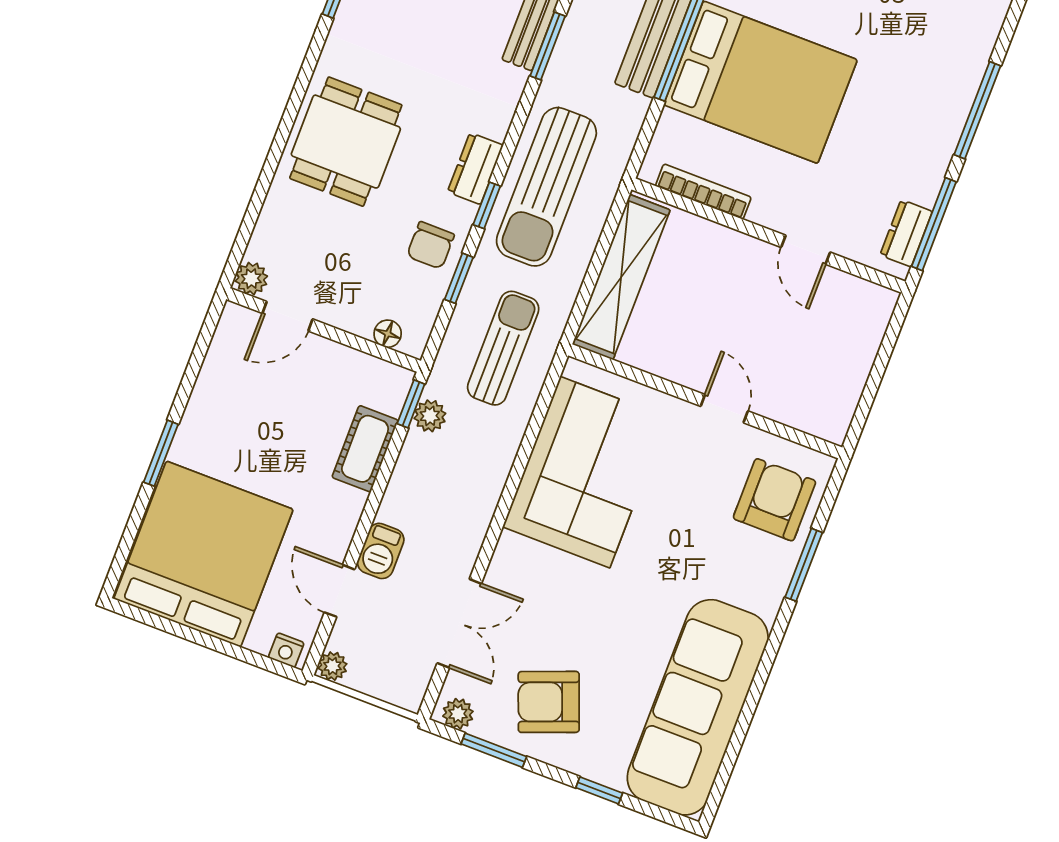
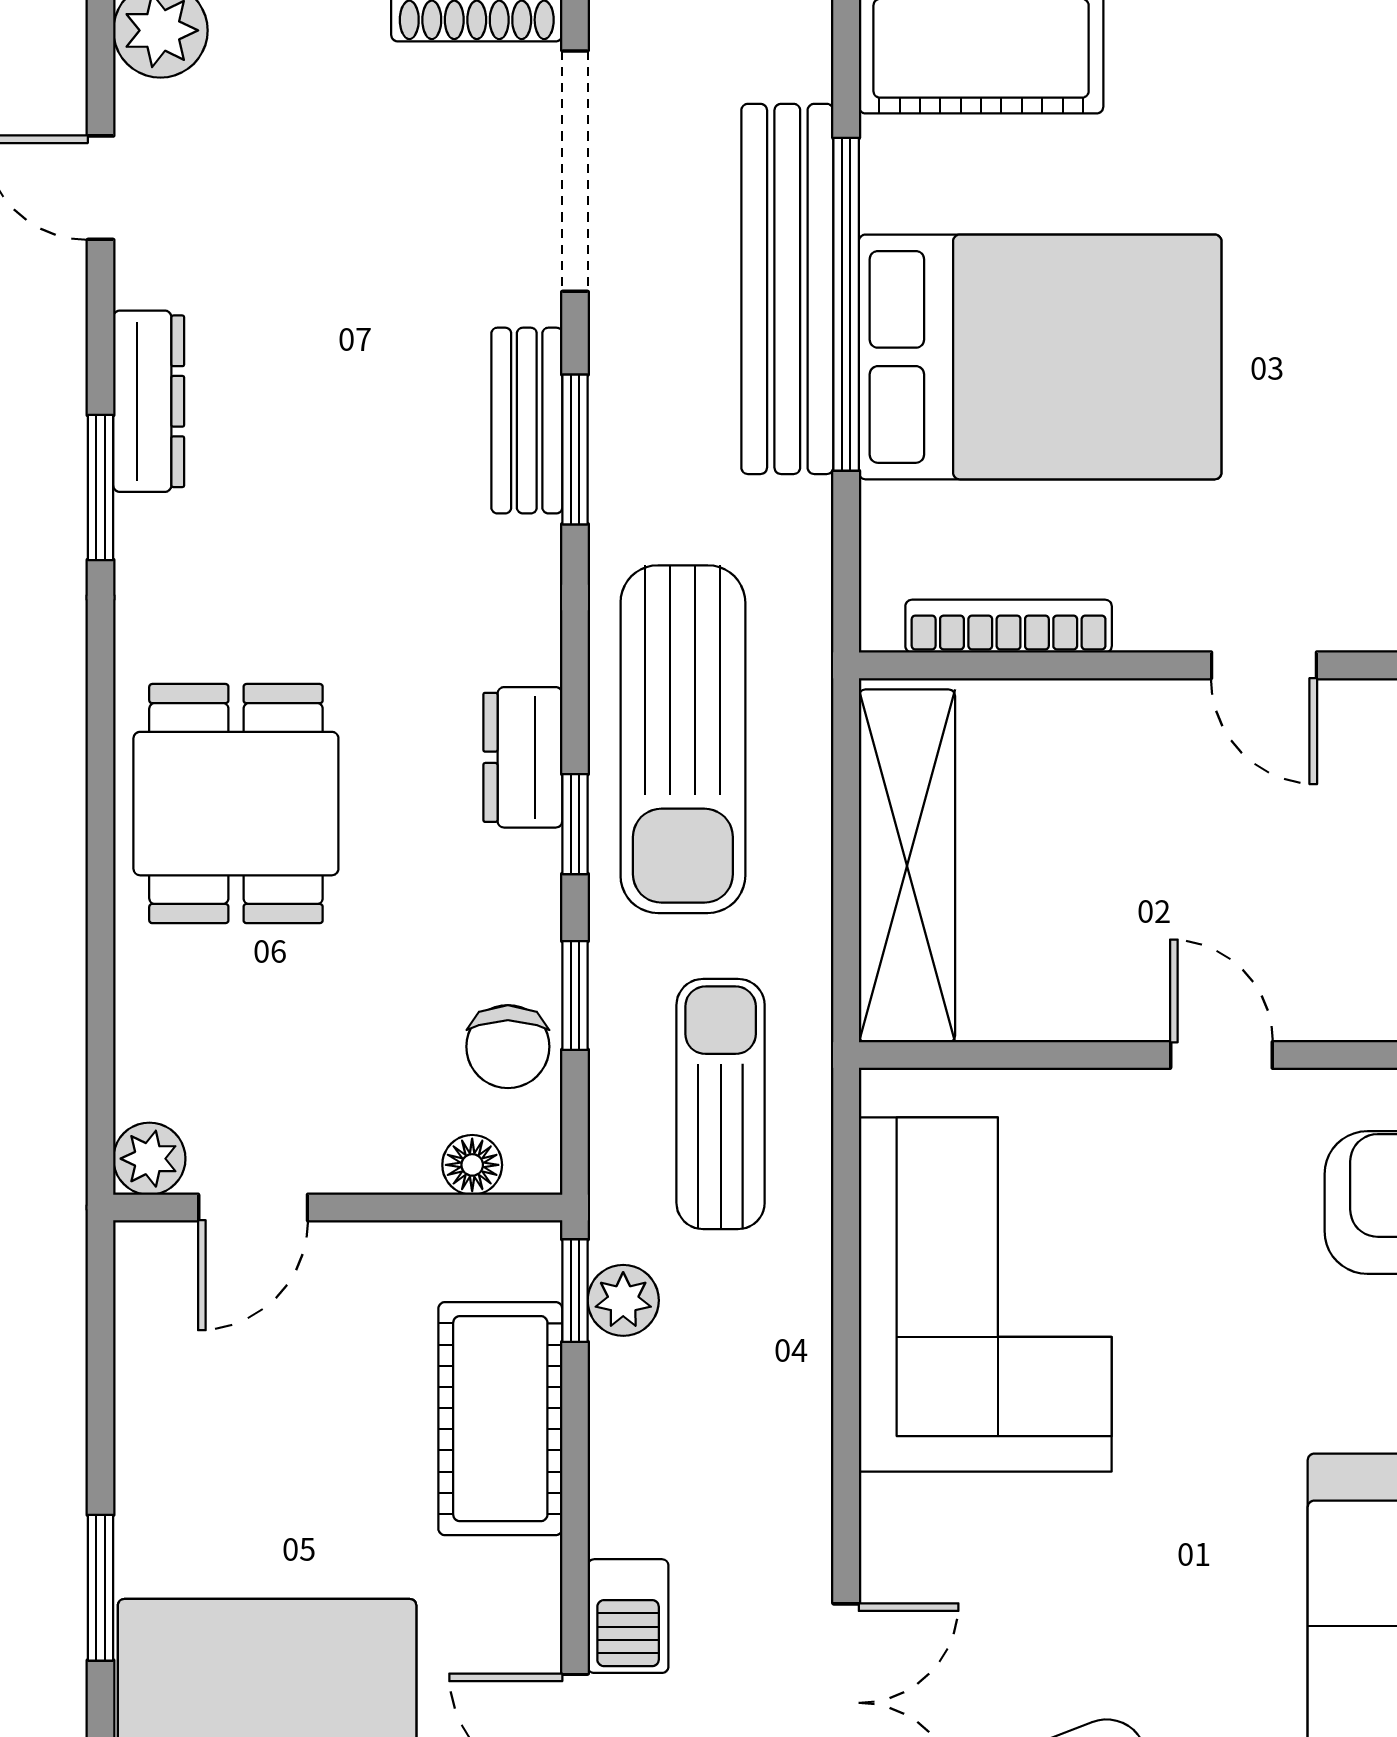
chair: (431, 245) -> (508, 1047), moved
cot: (365, 449) -> (500, 1419), width x1.37, depth x1.34

